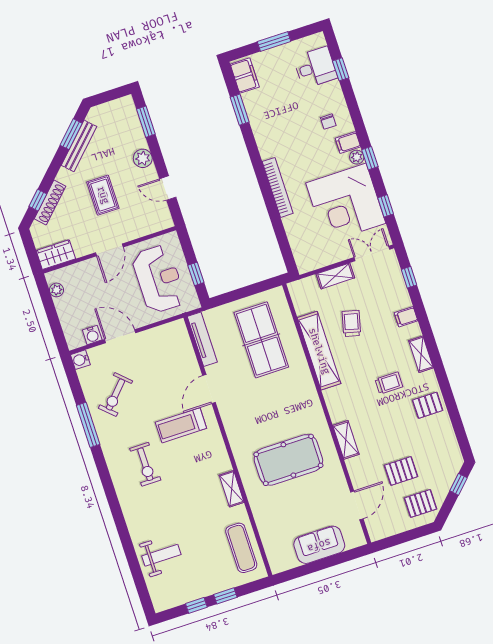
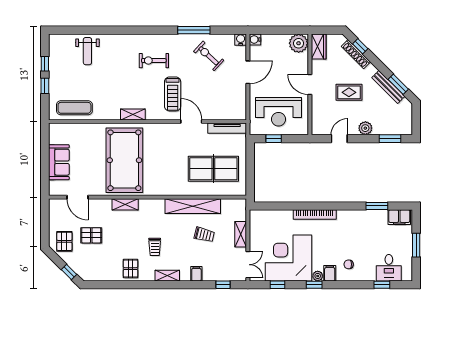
plant: (56, 290) -> (299, 43), width x1.88, depth x1.88
water cooler: (92, 335) -> (255, 39), moved
treadmill: (181, 425) -> (173, 94), turned 180
pool table: (288, 460) -> (124, 160), width x1.36, depth x1.32
pallet: (401, 471) -> (91, 235), turned 90
shelving: (232, 489) -> (133, 114), moved

